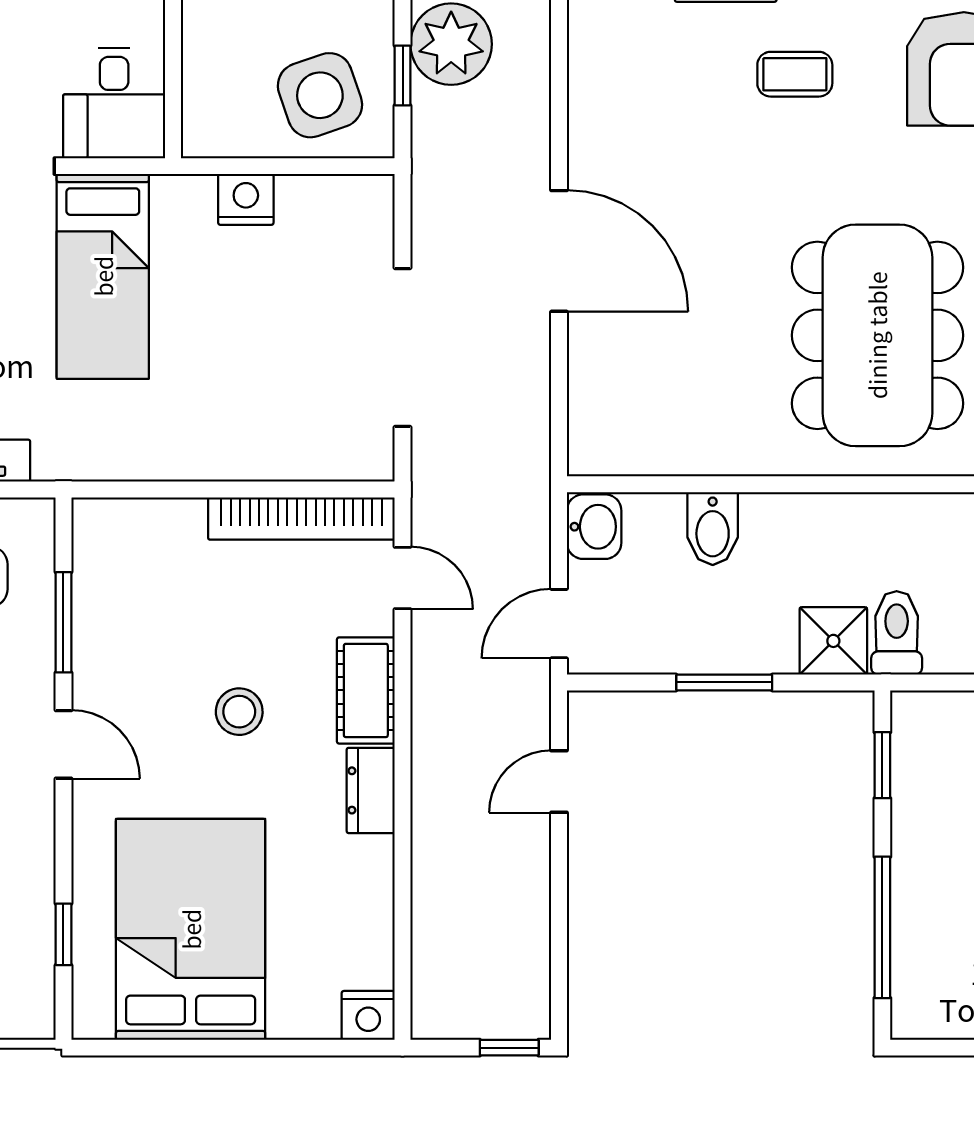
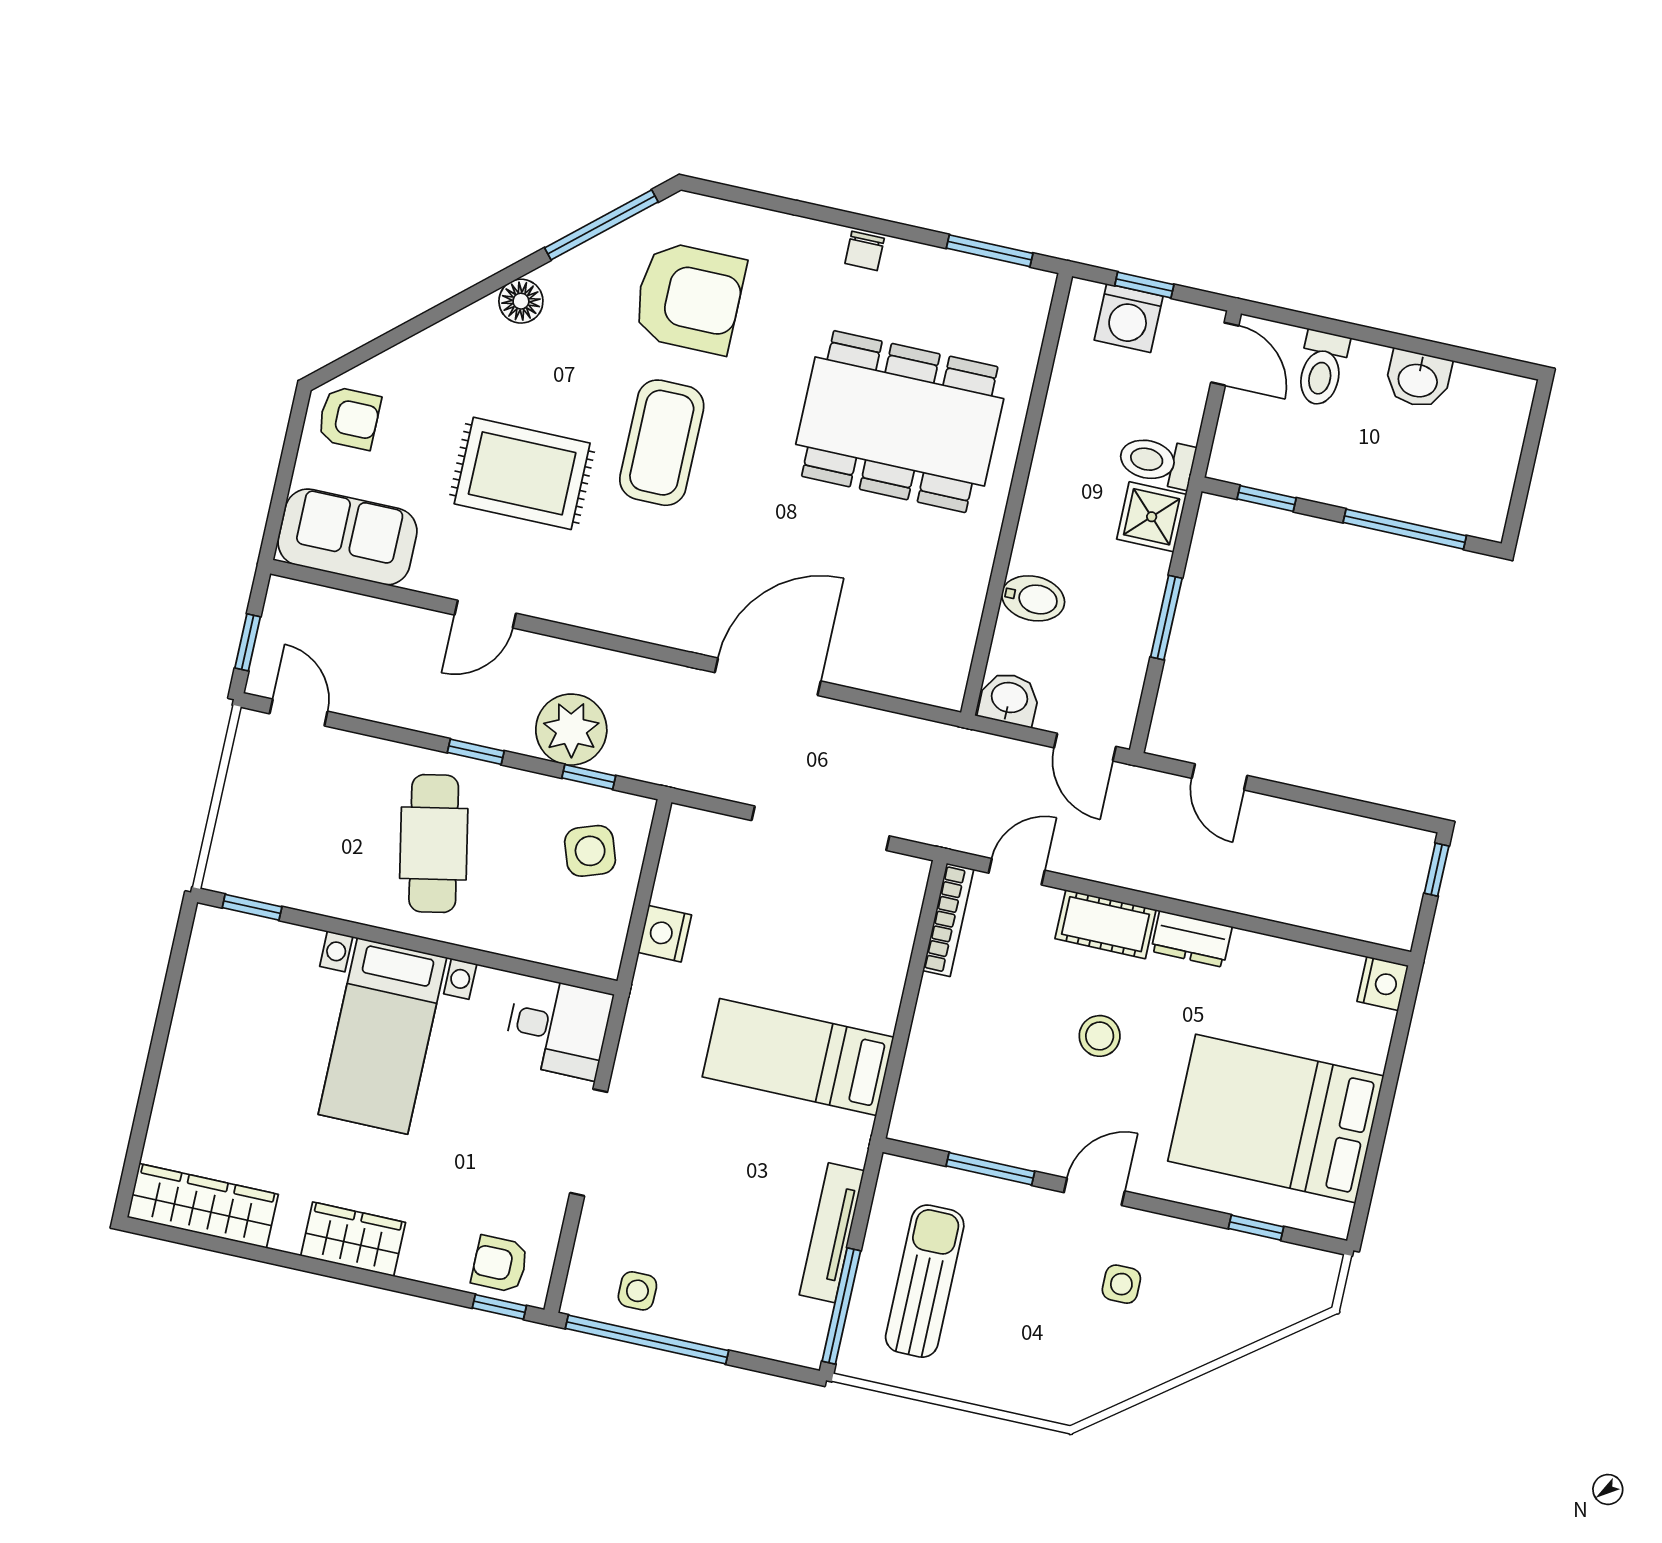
coffee table: (795, 74) -> (662, 443), width x1.86, depth x1.72
side table: (320, 95) -> (590, 851), width x0.73, depth x0.73
bed: (103, 276) -> (798, 1057), moved, turned 180
bookcase: (301, 518) -> (948, 920), width x0.68, depth x0.76

